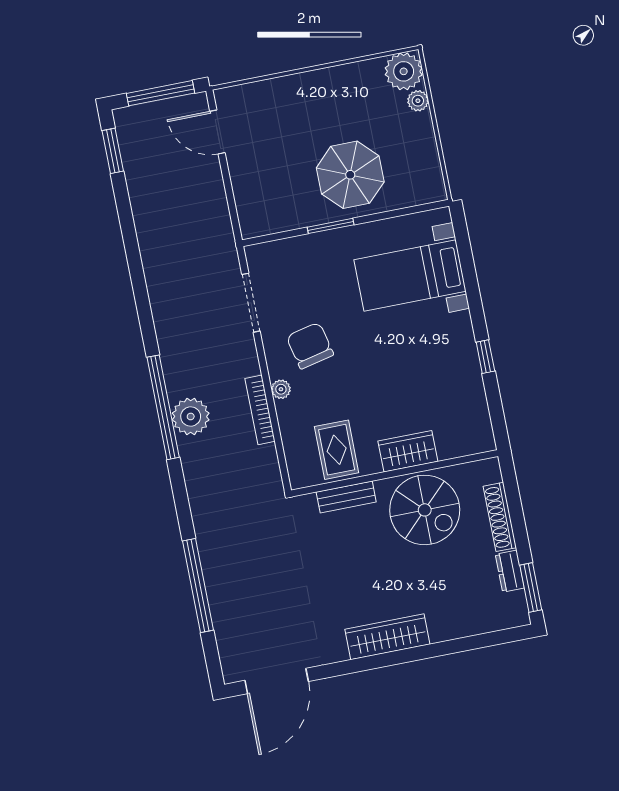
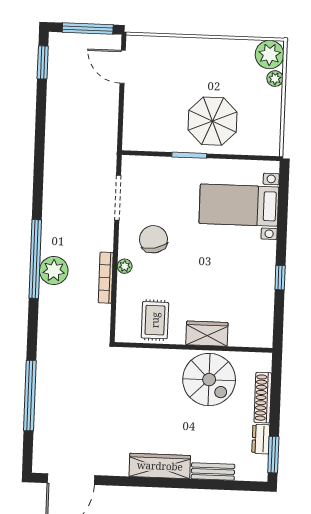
bench: (346, 497) -> (213, 472), moved

